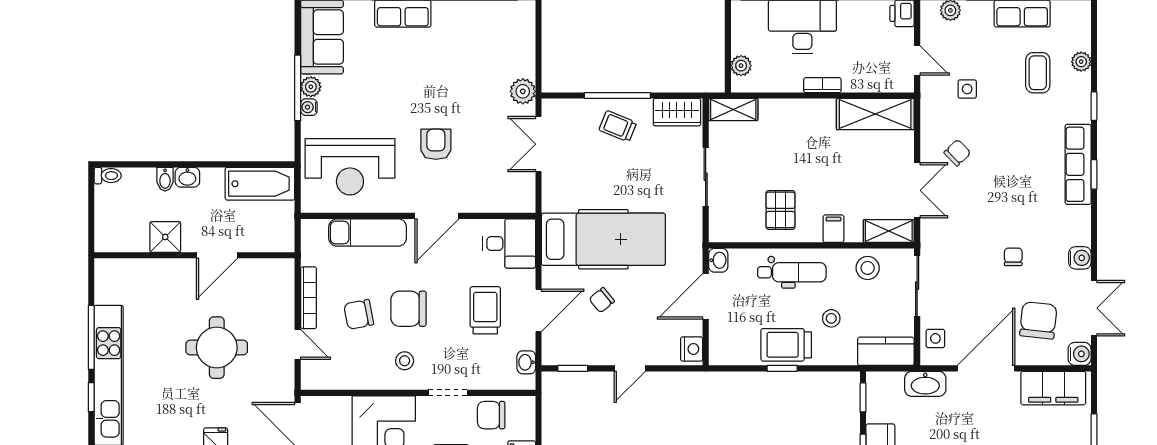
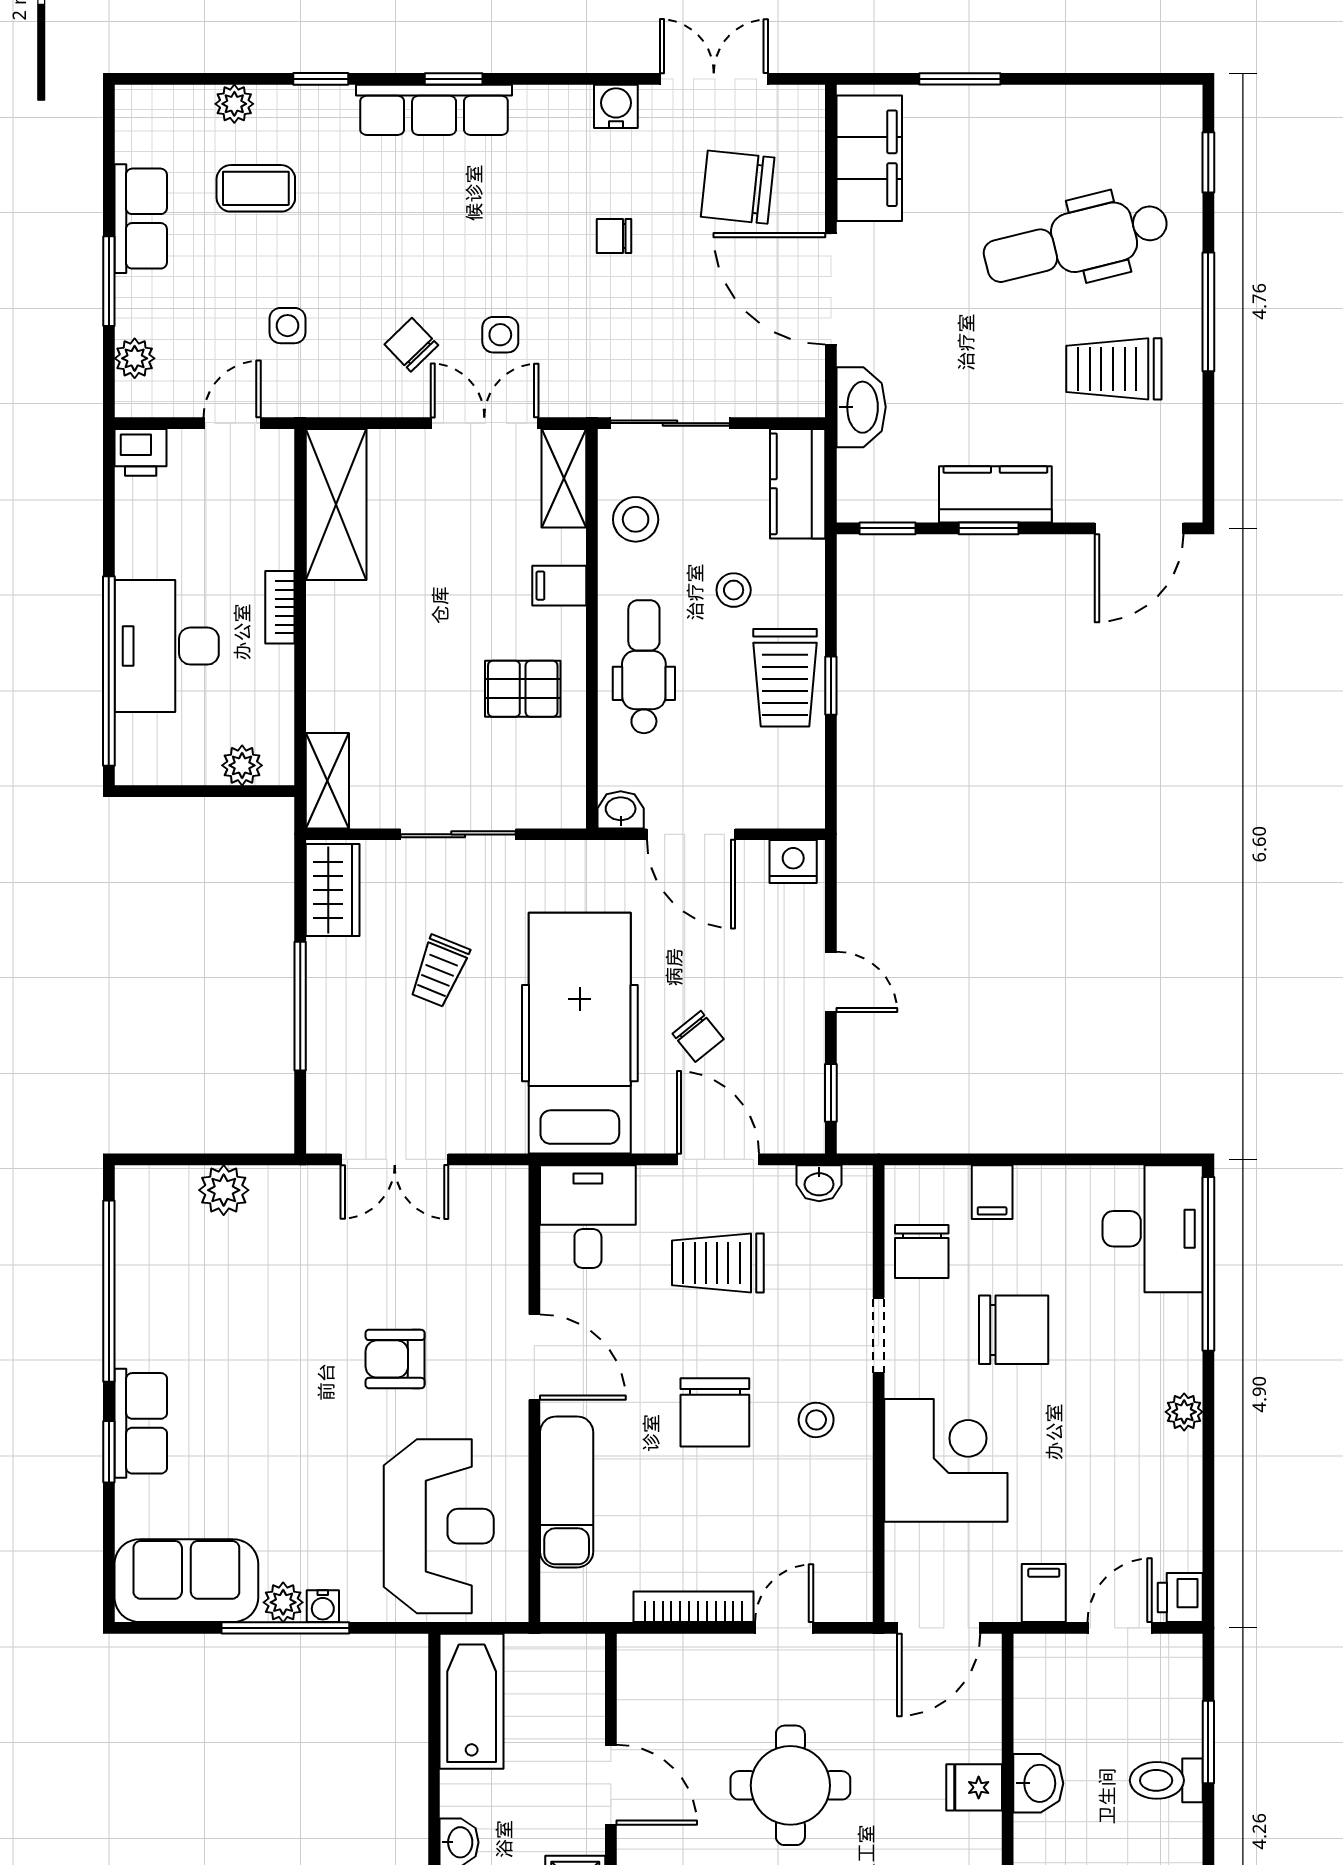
plant: (523, 91) -> (224, 1190), moved
trolley: (618, 126) -> (439, 971), moved
chair: (359, 314) -> (726, 1509), removed
side table: (935, 338) -> (500, 335), moved
water cooler: (1080, 354) -> (803, 107), removed

